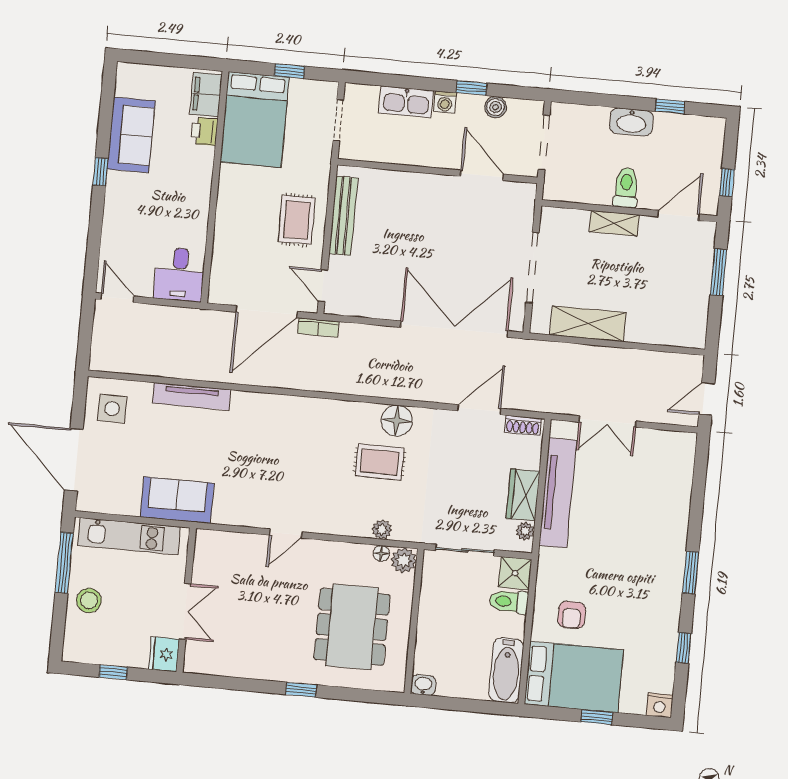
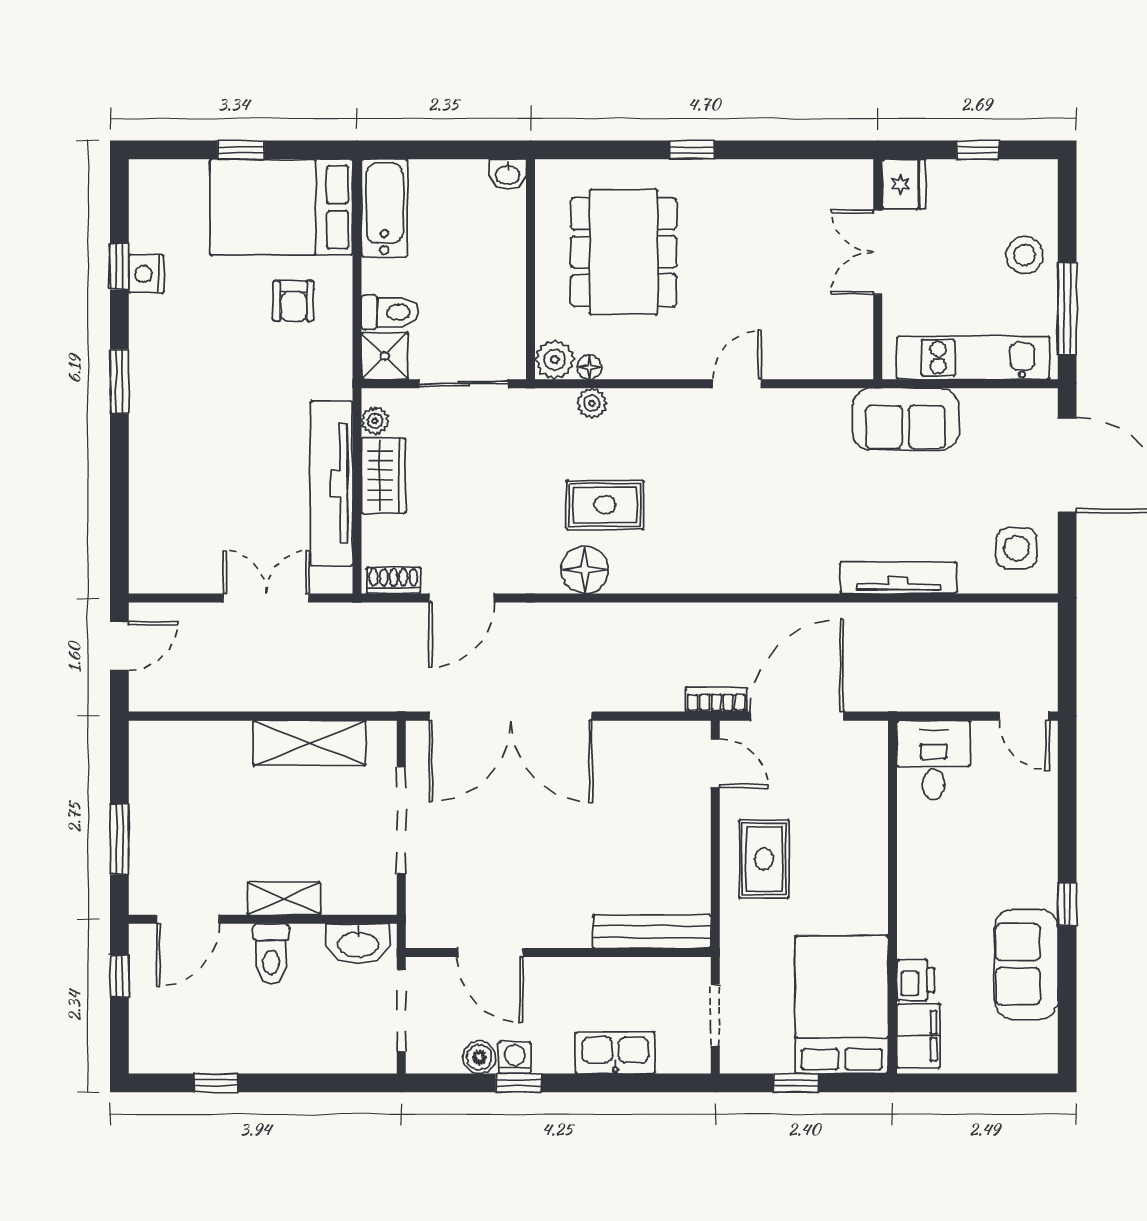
washing machine: (445, 102) -> (515, 1058), moved
washbasin: (631, 122) -> (358, 943), moved, turned 180
bench: (343, 216) -> (652, 932), moved, turned 90
armchair: (572, 615) -> (293, 301), turned 180
nightstand: (660, 705) -> (146, 274), moved, turned -90

